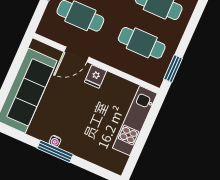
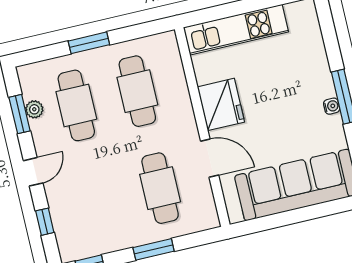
window: (173, 69) -> (89, 43), moved
fridge: (95, 77) -> (221, 104), width x1.88, depth x1.34

